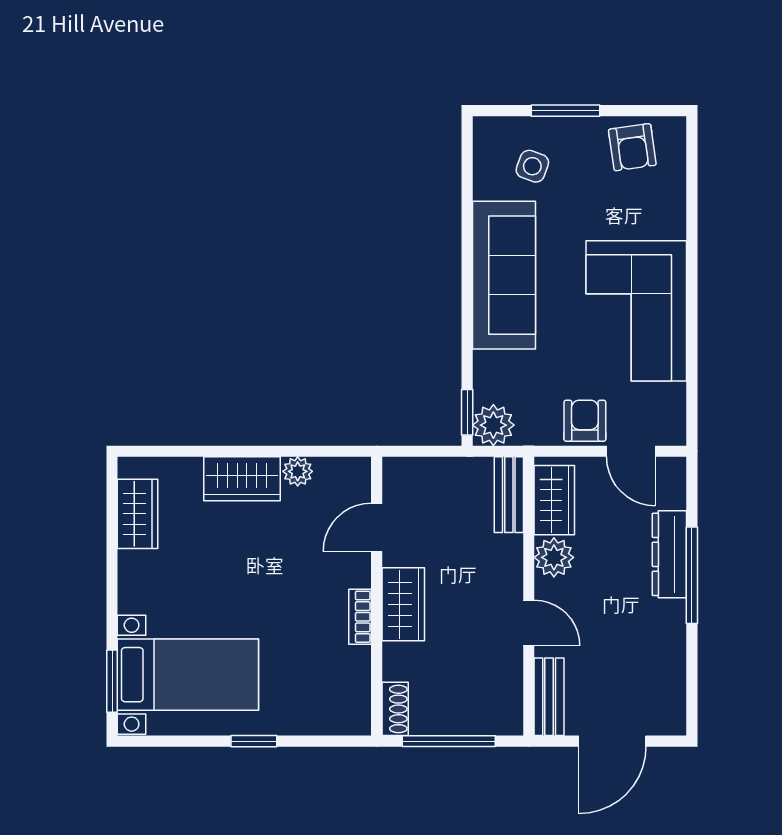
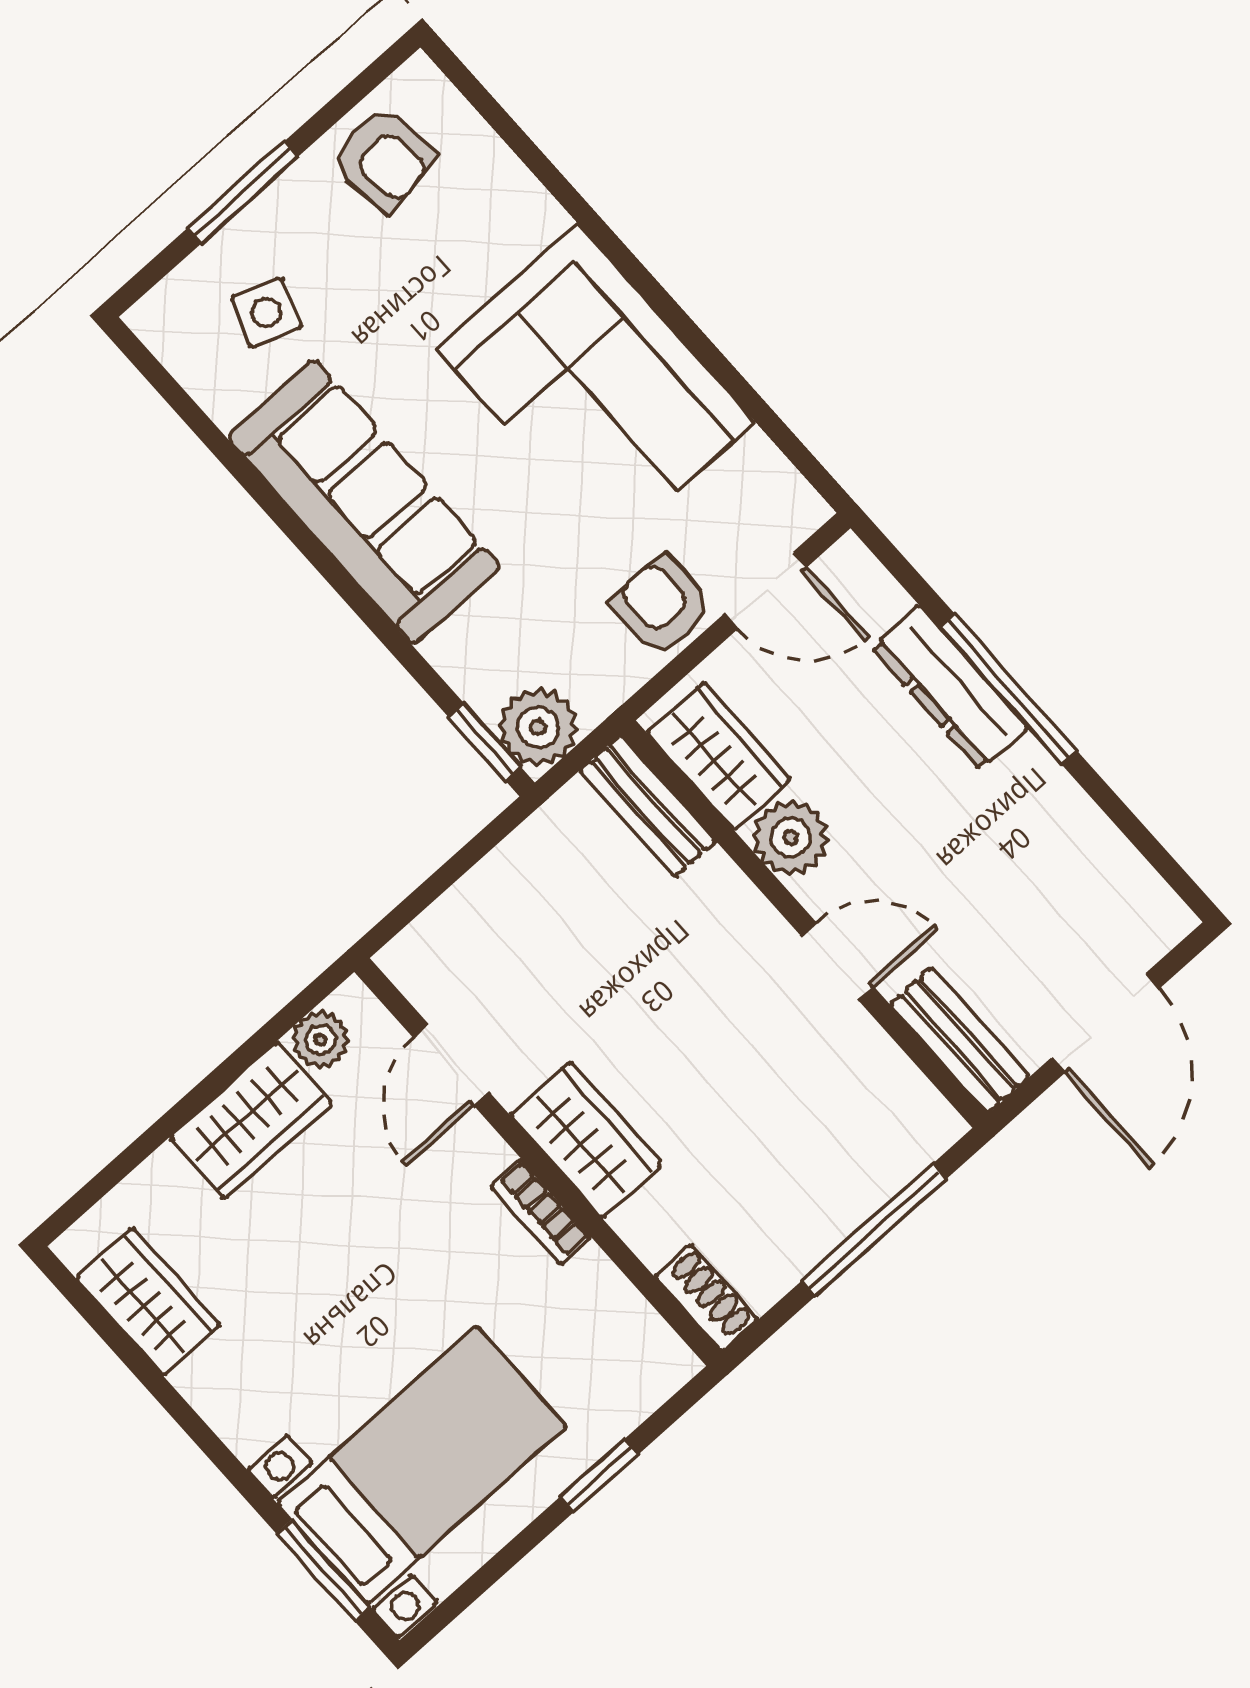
door: (377, 527) -> (451, 1065), moved
wall: (377, 596) -> (538, 1162), moved
wardrobe: (403, 604) -> (586, 1140), moved
bookcase: (360, 617) -> (541, 1212), moved
shoe rack: (395, 709) -> (706, 1298), moved

